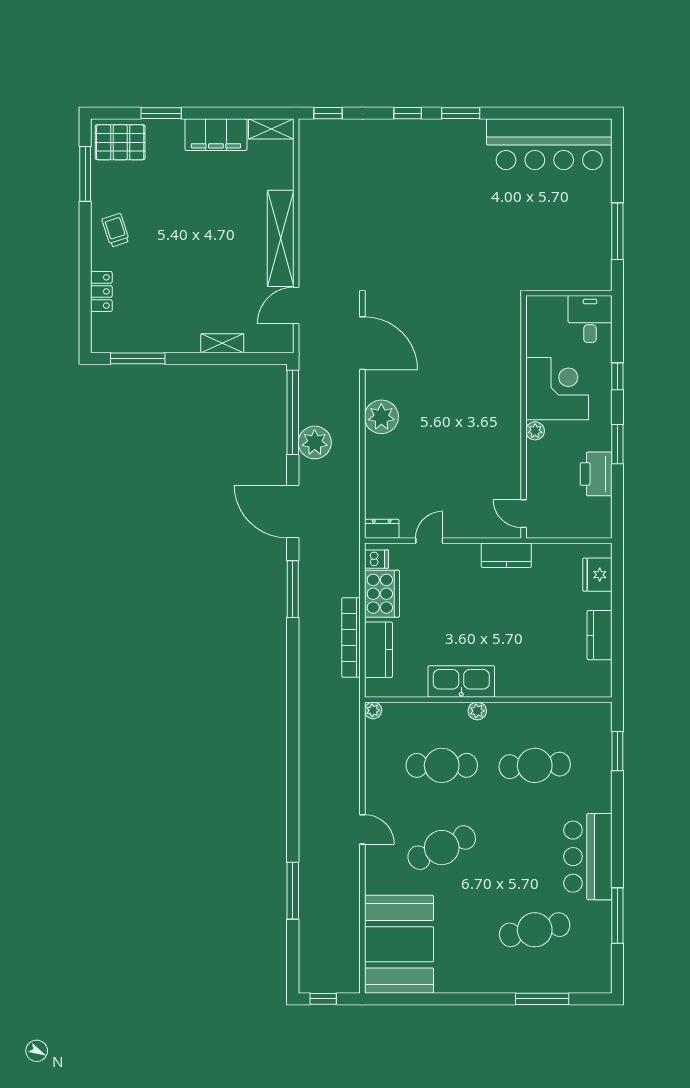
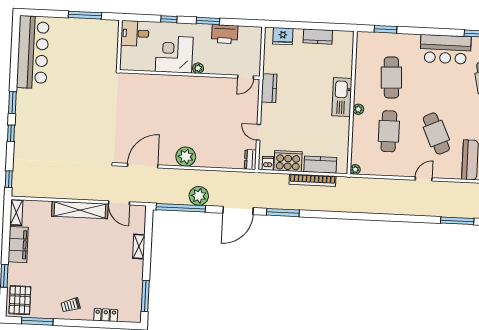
kitchen sink: (461, 681) -> (342, 97), moved

